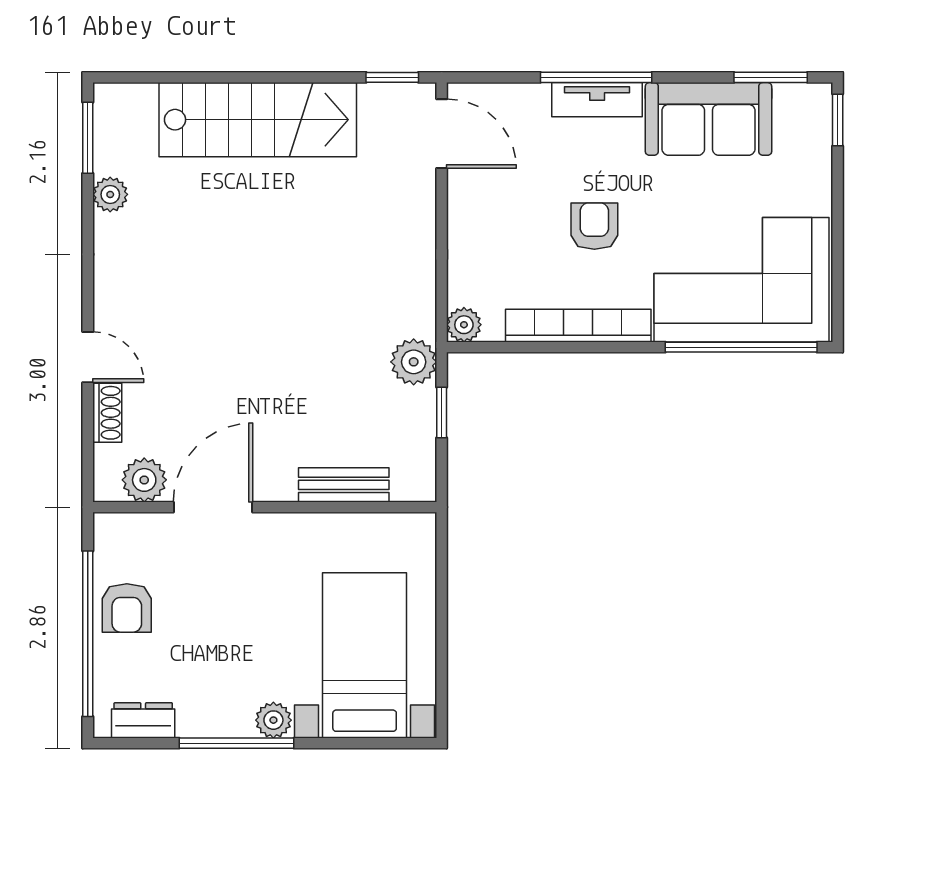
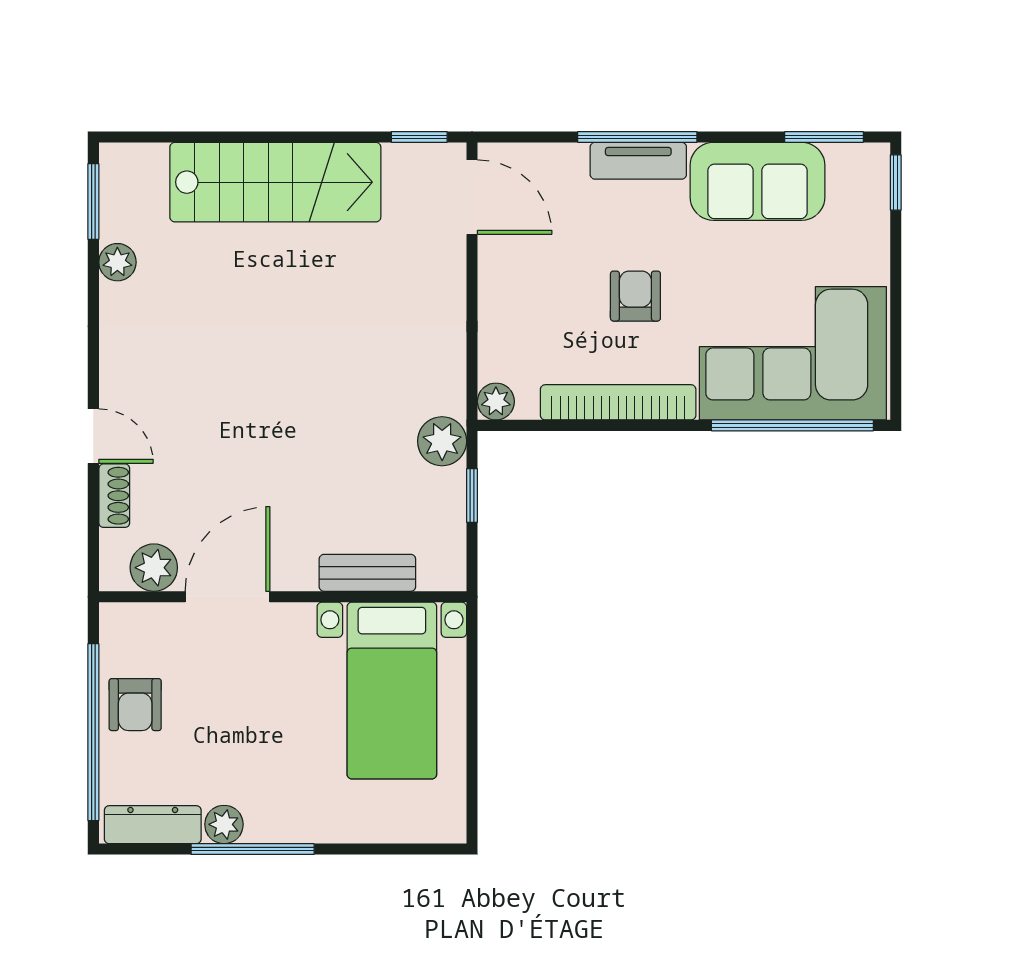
bed with nightstands: (365, 655) -> (392, 691), moved, turned 180
dresser: (143, 720) -> (153, 825), width x1.44
plant: (273, 720) -> (224, 824), moved

